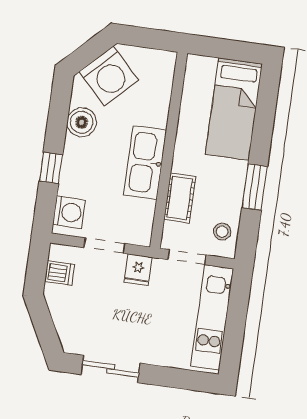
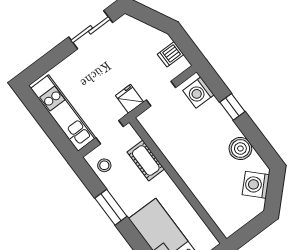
washing machine: (109, 76) -> (256, 185), width x0.73, depth x0.73
kitchen sink: (145, 162) -> (184, 161), removed

